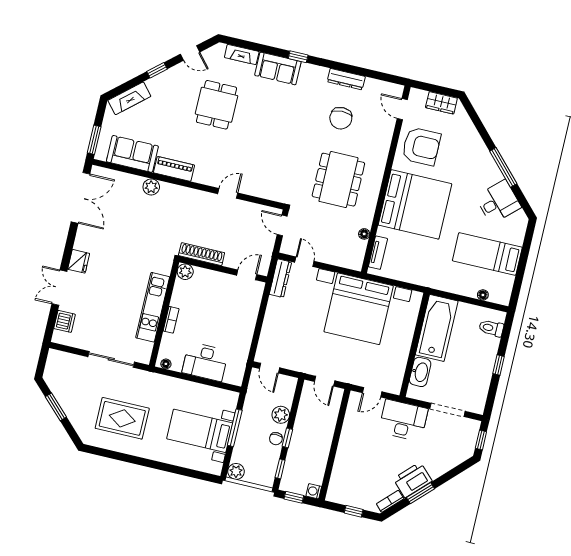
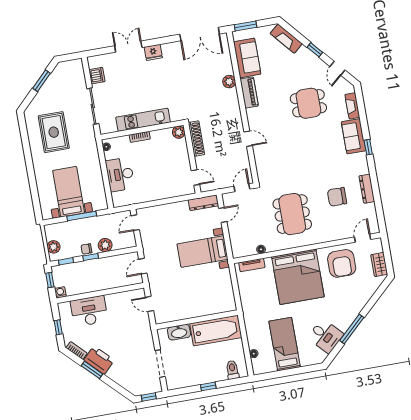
dining table: (338, 180) -> (292, 214), turned 90
bed with nightstands: (359, 309) -> (202, 252), width x0.54
dishwasher: (65, 321) -> (97, 76), moved, turned -90
desk: (403, 420) -> (89, 311), moved, turned -90
plant: (236, 471) -> (54, 247), moved

